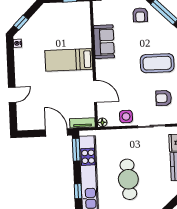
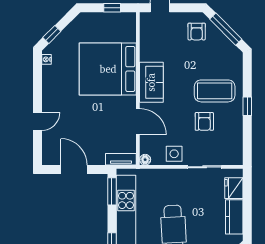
sofa: (104, 42) -> (151, 82), moved
bed: (69, 60) -> (108, 69), width x2.04
armchair: (164, 98) -> (204, 121), moved, turned -90
door: (56, 132) -> (74, 169), moved

